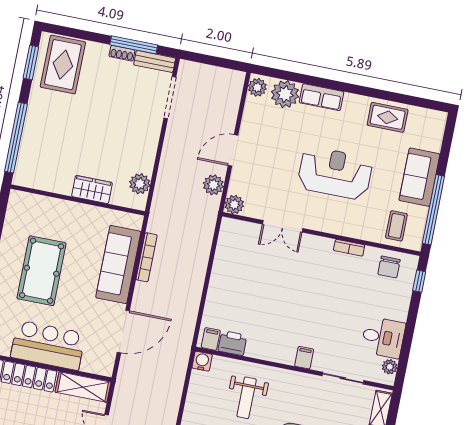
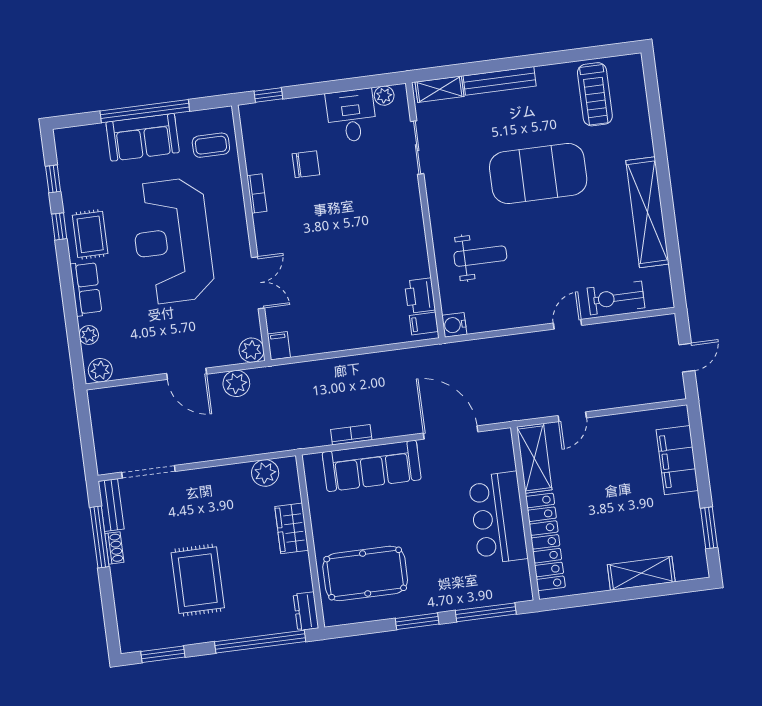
rug: (63, 65) -> (198, 580), moved, turned 90
window: (374, 93) -> (59, 226), added
plant: (285, 94) -> (89, 335), width x0.53, depth x0.53
window: (411, 100) -> (53, 179), added
rug: (388, 117) -> (90, 234), moved
reception desk: (335, 173) -> (172, 241), width x1.36, depth x1.30
dresser: (27, 179) -> (306, 611), added
window: (433, 210) -> (145, 111), moved
bookcase: (147, 257) -> (351, 435), width x0.64
chair: (389, 267) -> (306, 164), moved
pool table: (42, 271) -> (365, 573), moved
filing cabinet: (304, 358) -> (279, 346), moved, turned 90

